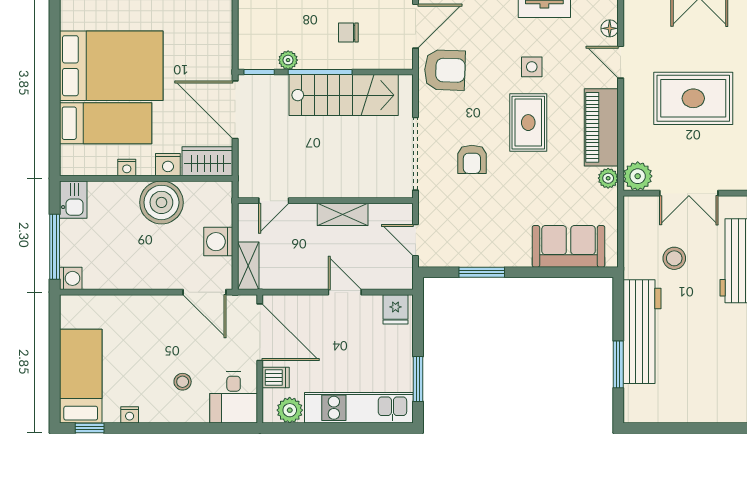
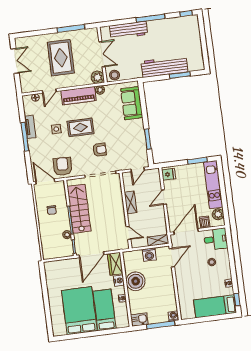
stool: (674, 258) -> (115, 75), moved

